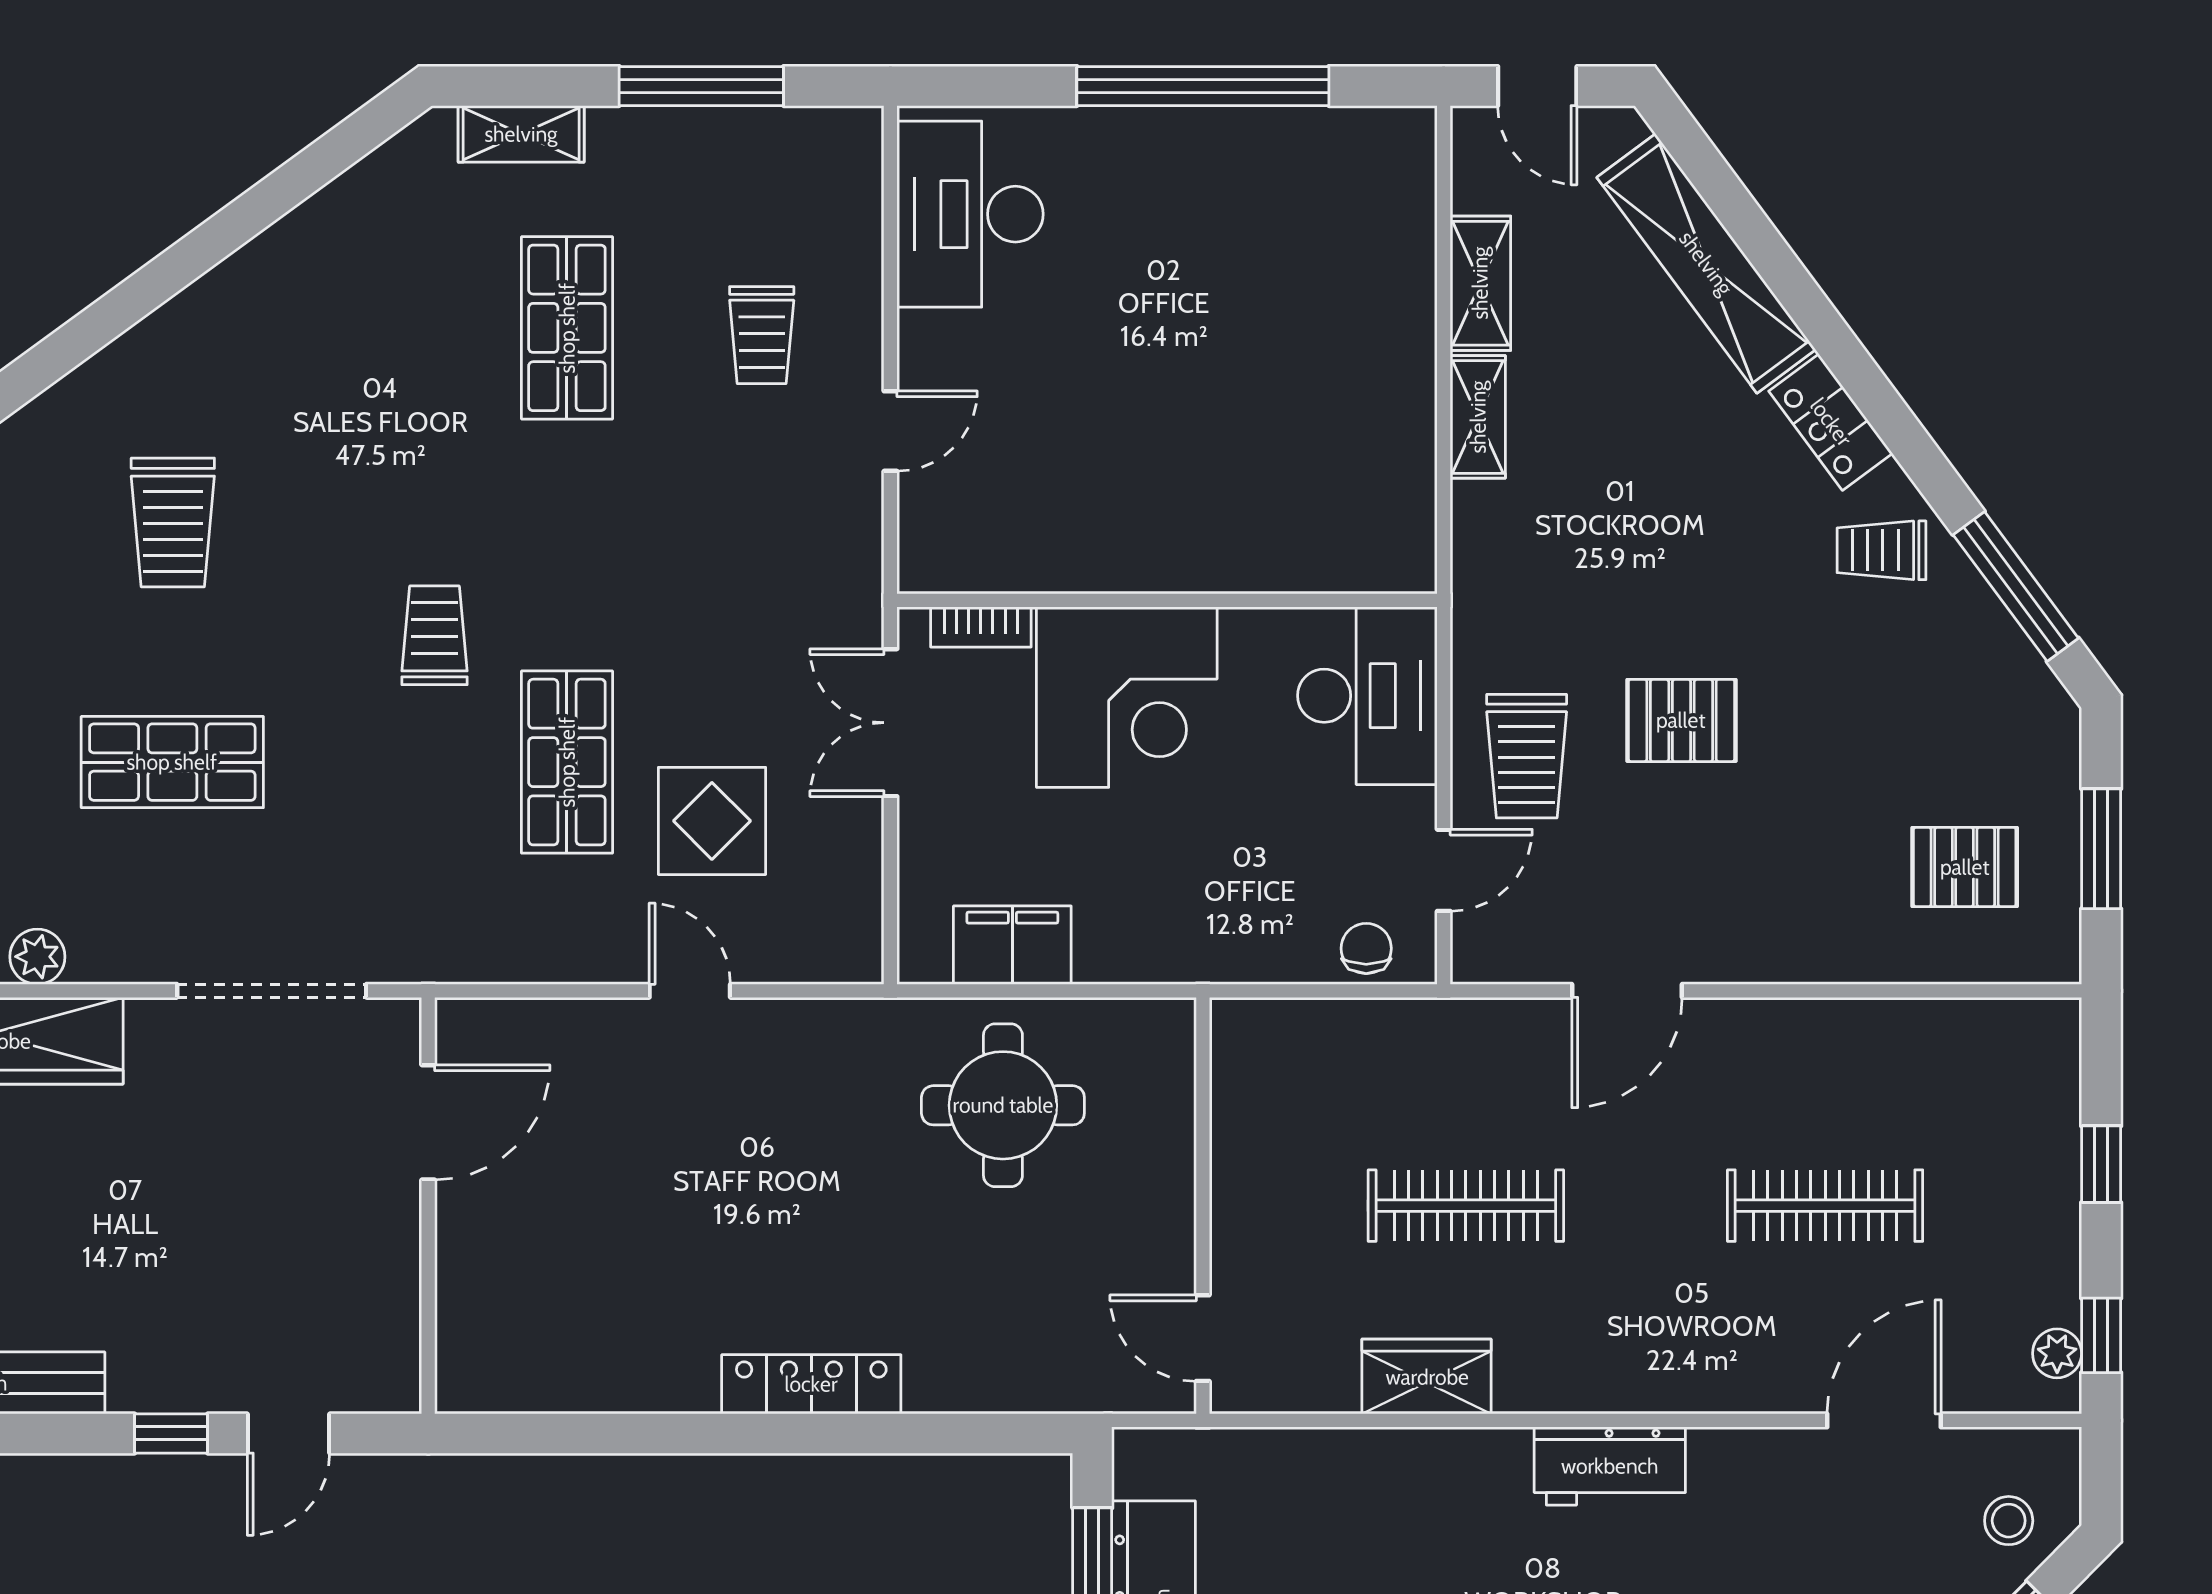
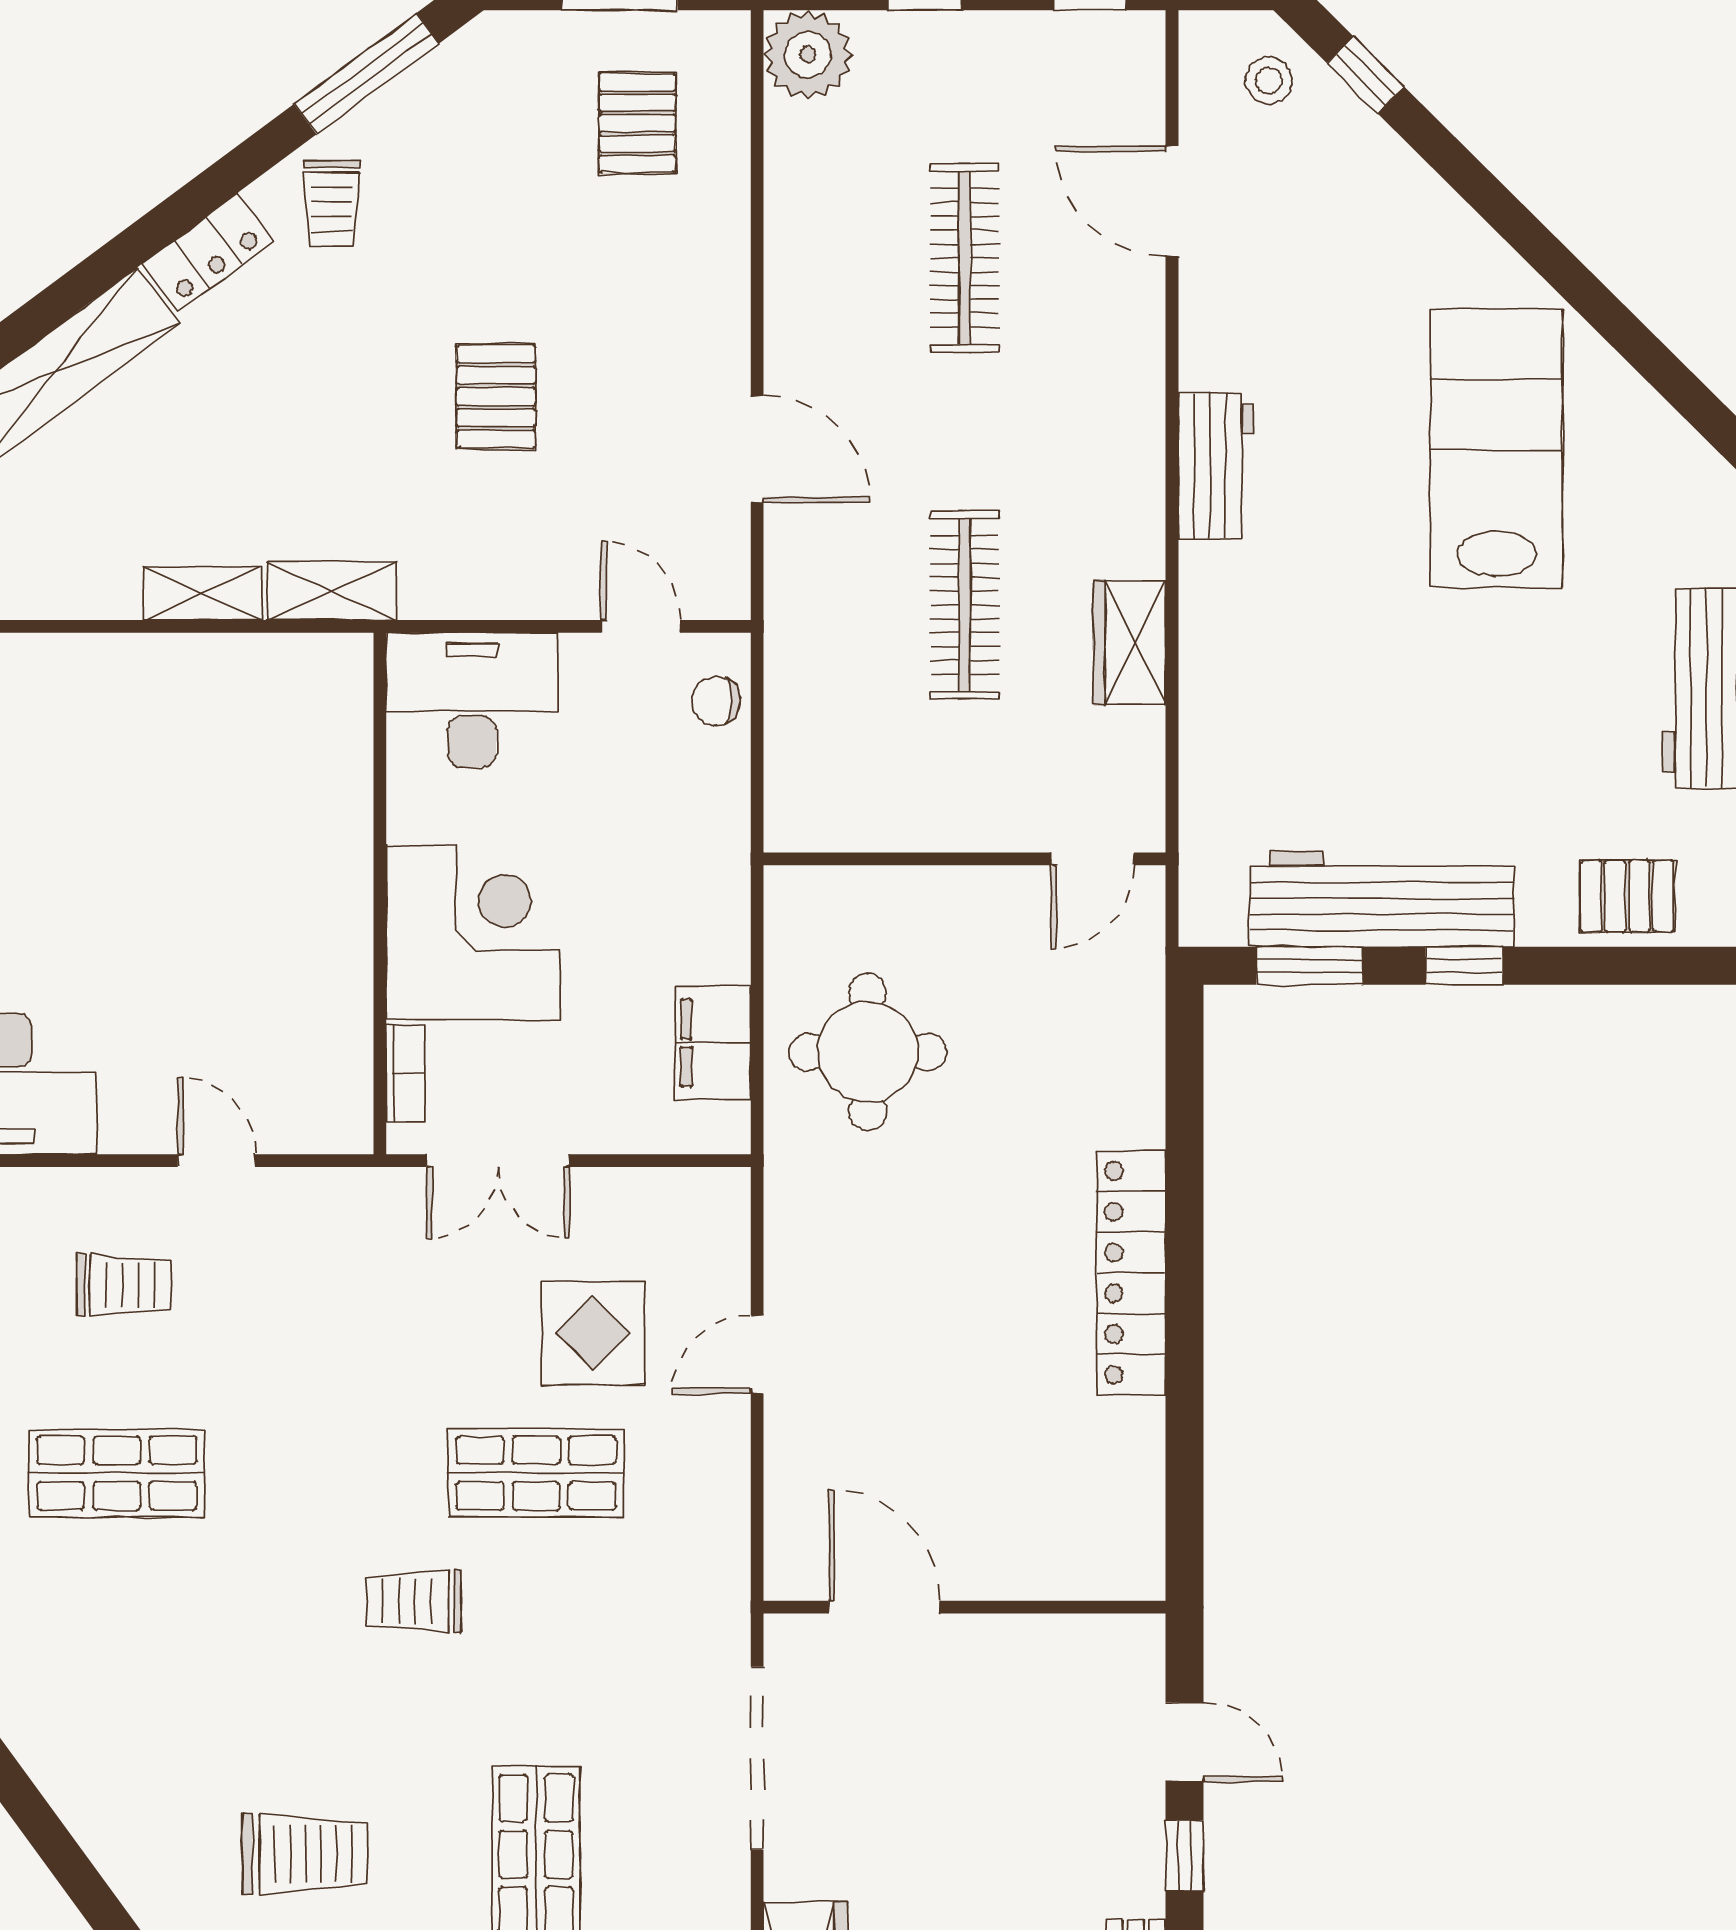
shelving: (1480, 283) -> (332, 591), moved
trolley: (1527, 756) -> (530, 546), removed
plant: (2057, 1353) -> (808, 55), moved, width x1.88, depth x1.88
locker: (811, 1384) -> (1131, 1273), width x1.41, depth x1.21

